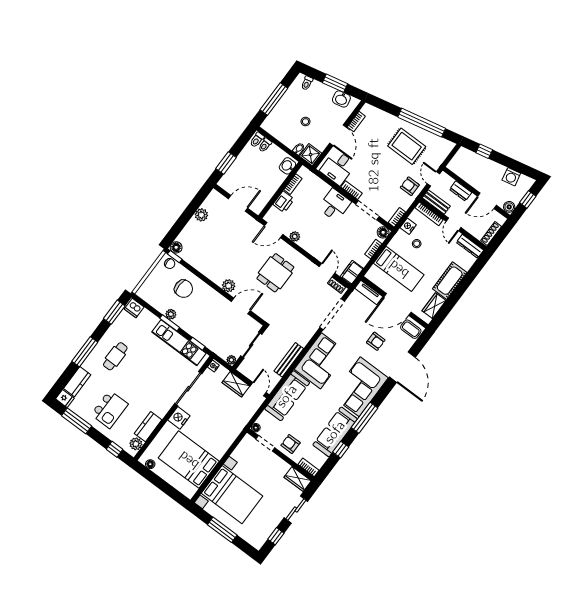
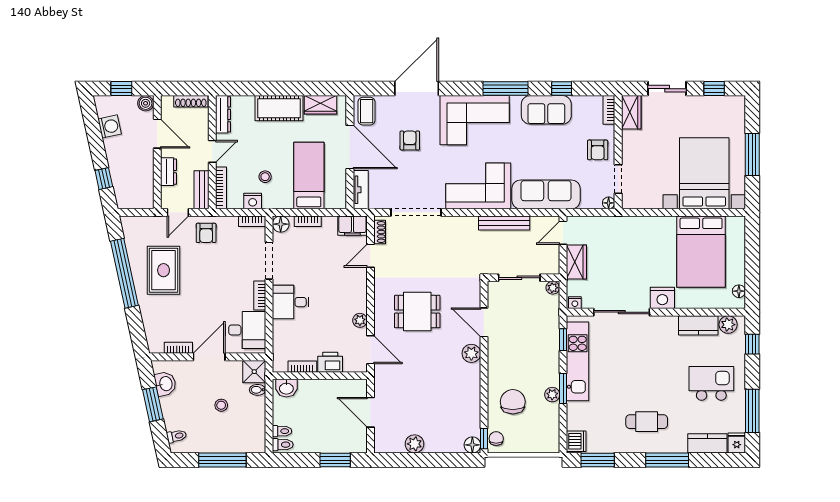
sofa: (335, 432) -> (546, 110), width x0.73

